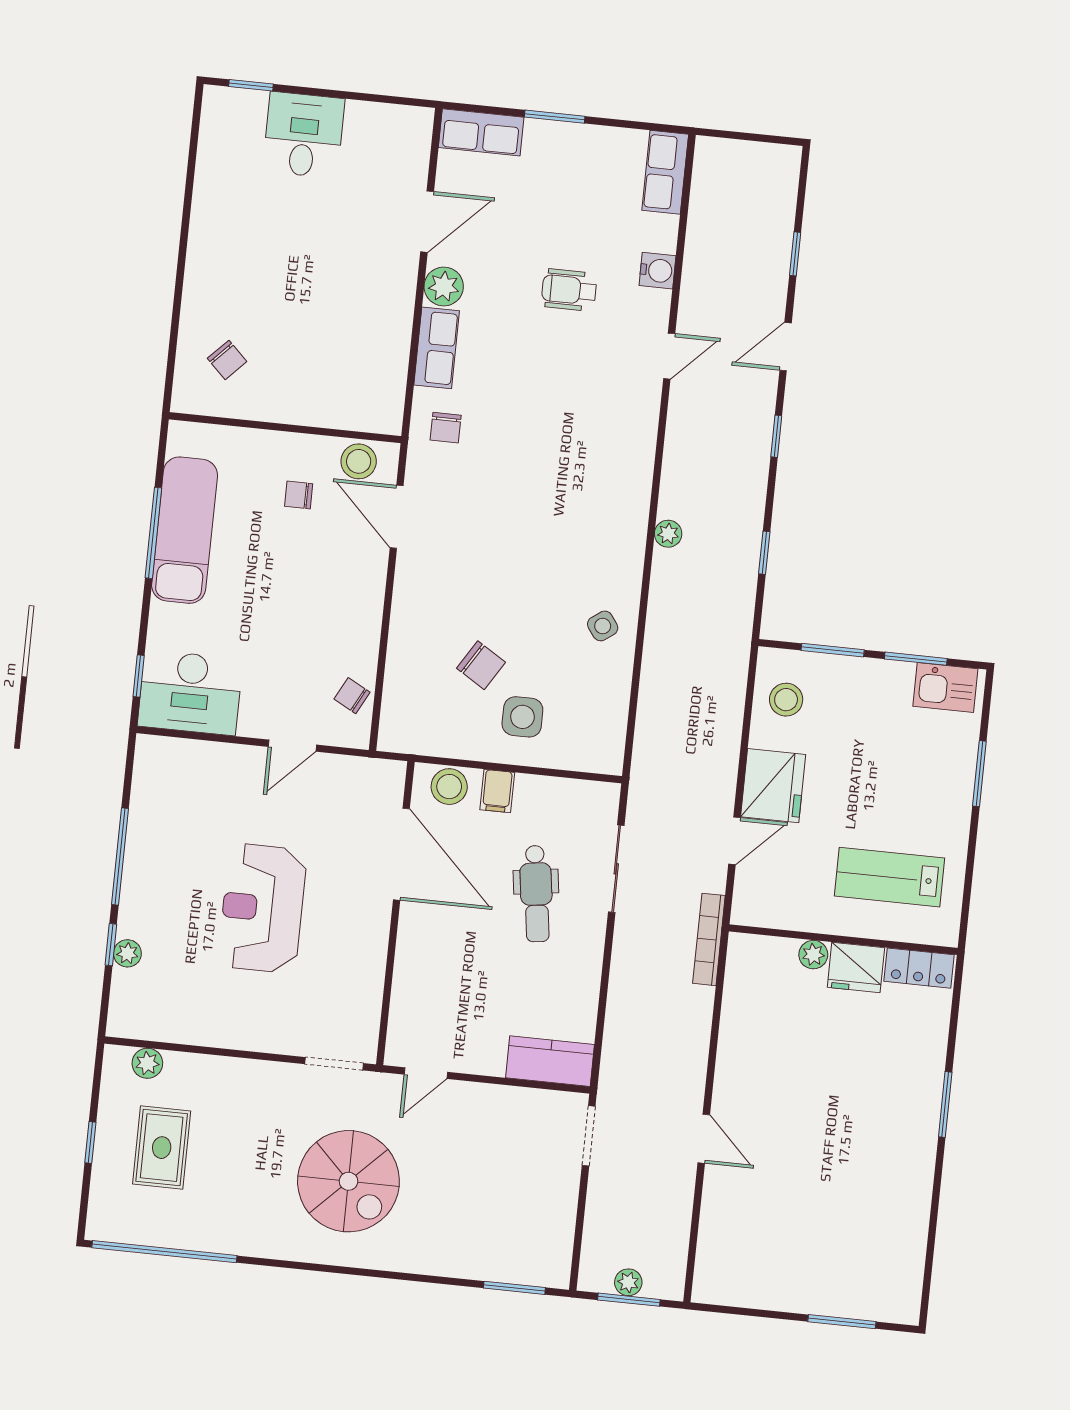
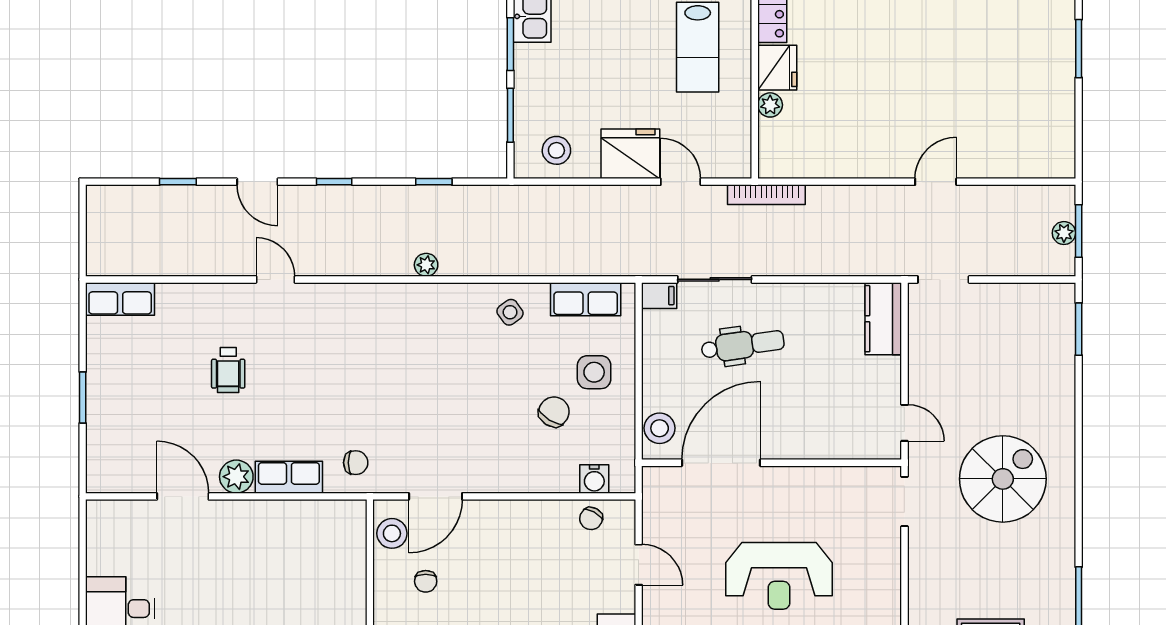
row of seats: (481, 132) -> (586, 299), moved, turned 90
water cooler: (658, 271) -> (594, 479), moved, turned 180
filing cabinet: (497, 791) -> (659, 296), moved

